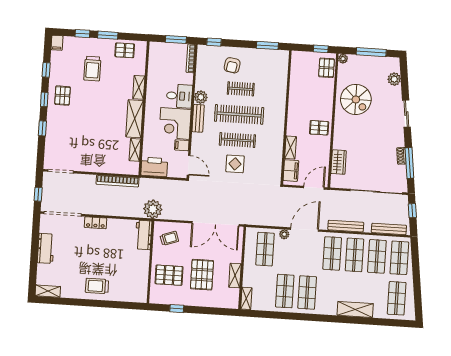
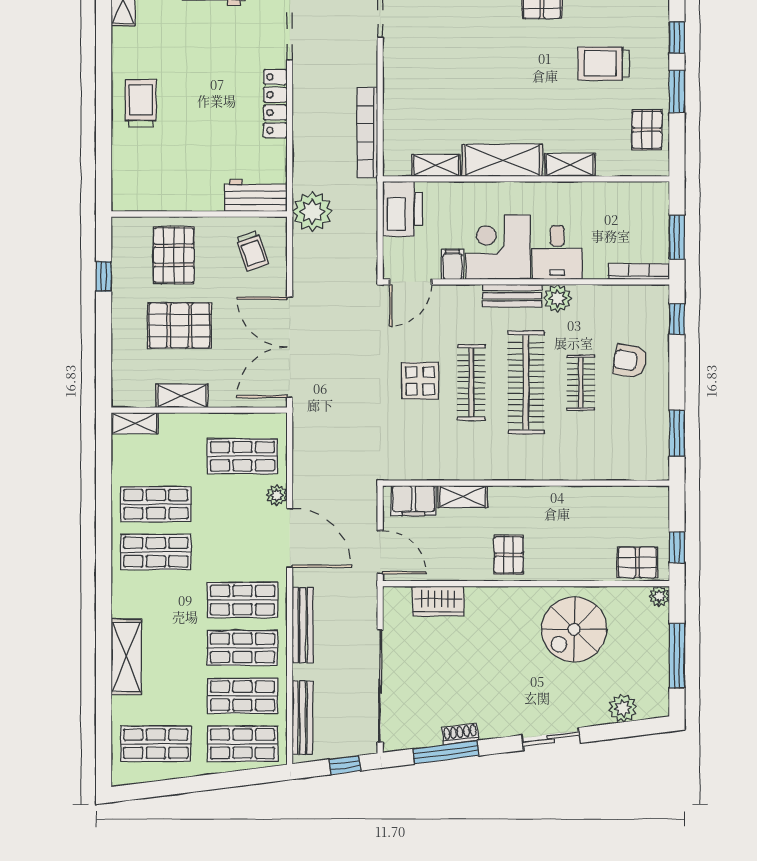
locker: (96, 223) -> (275, 104), width x1.53

